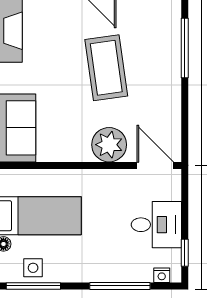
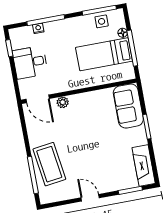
coffee table: (106, 68) -> (49, 164), moved
plant: (109, 145) -> (63, 102), width x0.53, depth x0.53
nightstand: (162, 275) -> (38, 28), moved

